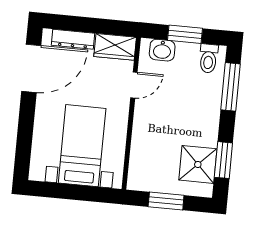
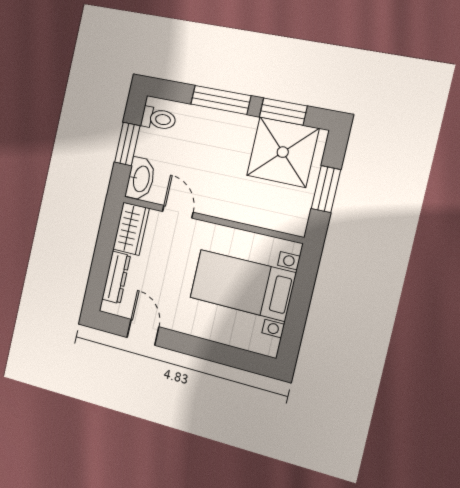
washbasin: (162, 50) -> (141, 179), width x1.38
door: (31, 68) -> (143, 332), width x0.53
window: (231, 87) -> (221, 100), moved
shower: (198, 164) -> (283, 152), width x1.37, depth x1.37

